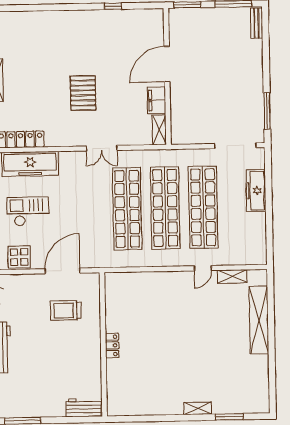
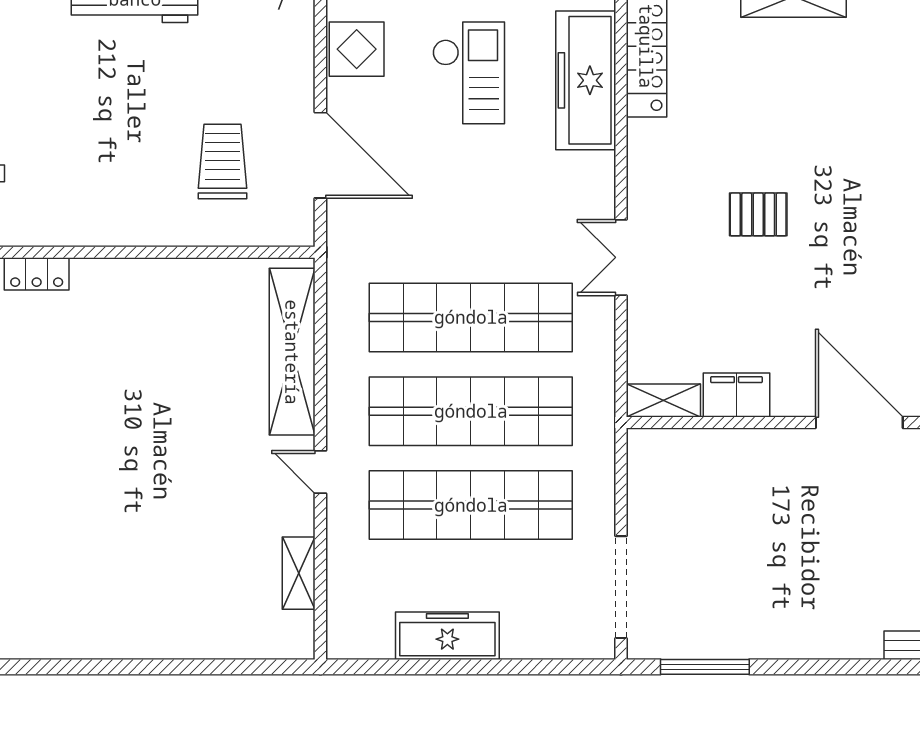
door: (167, 64) -> (859, 423), moved
pallet: (83, 93) -> (758, 214), width x0.67, depth x0.71
freezer: (256, 191) -> (447, 636), moved
door: (203, 268) -> (320, 472), moved
shelving: (259, 320) -> (292, 352), moved, turned 90
locker: (112, 345) -> (37, 274), moved

